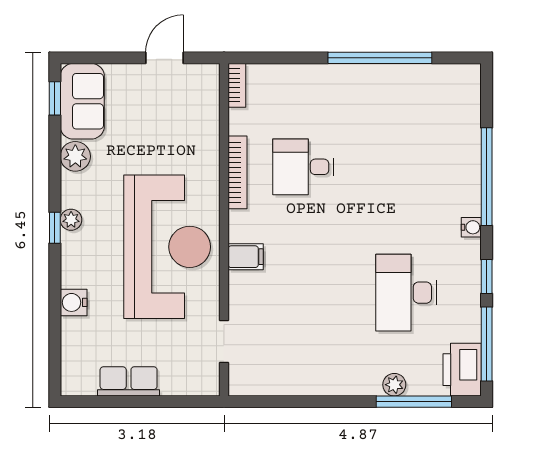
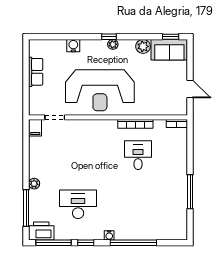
window: (380, 58) -> (190, 192), width x0.68
filing cabinet: (246, 257) -> (35, 128), moved
plant: (394, 385) -> (34, 184), moved

